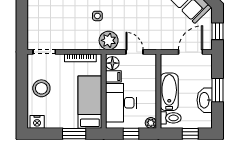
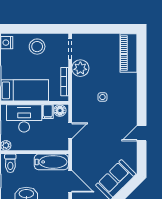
plant: (109, 40) -> (80, 68), moved
bathtub: (169, 92) -> (51, 162), moved

